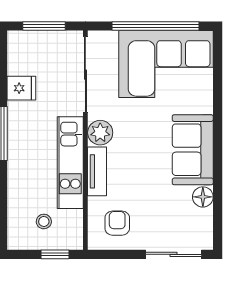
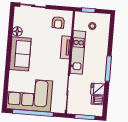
dishwasher: (20, 64) -> (98, 100), added
plant: (100, 133) -> (63, 65), removed

